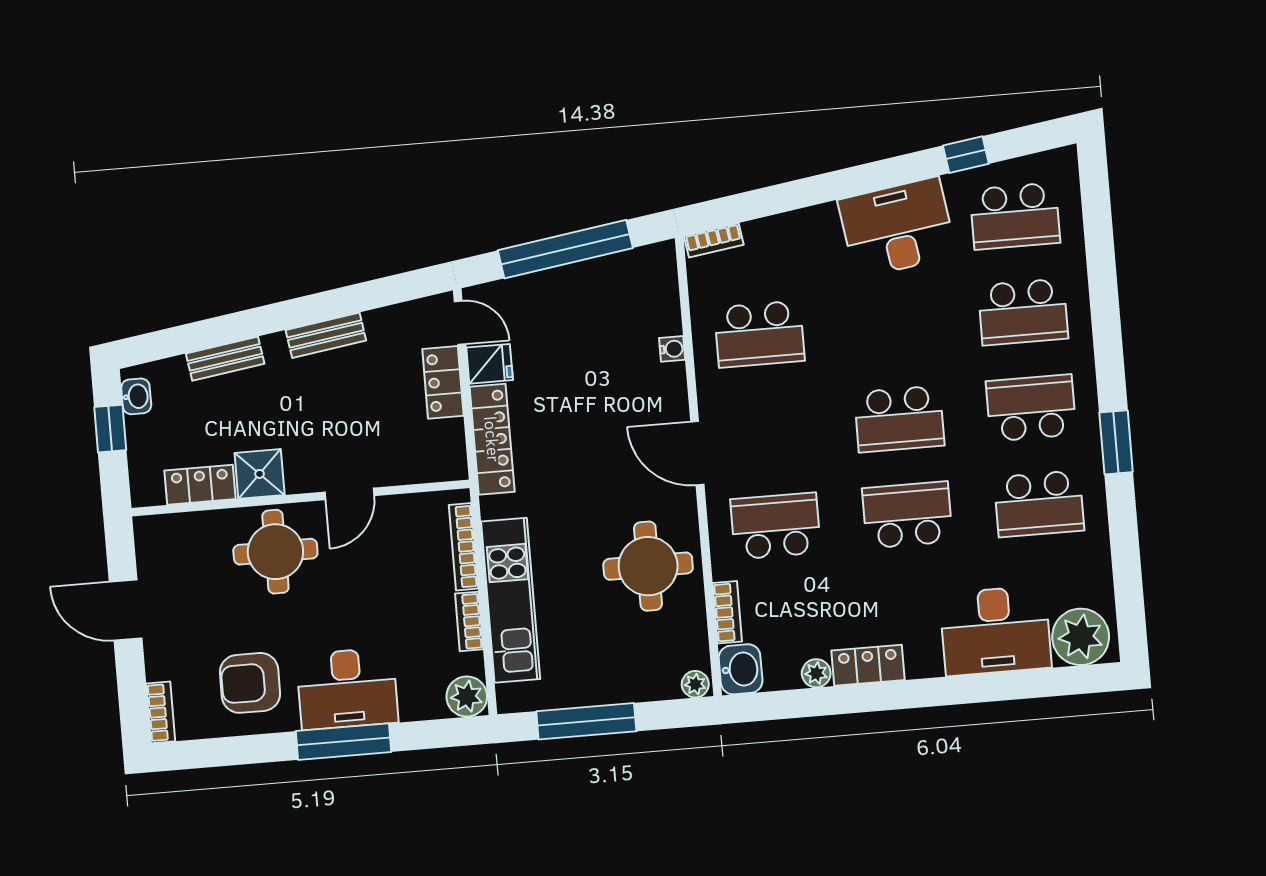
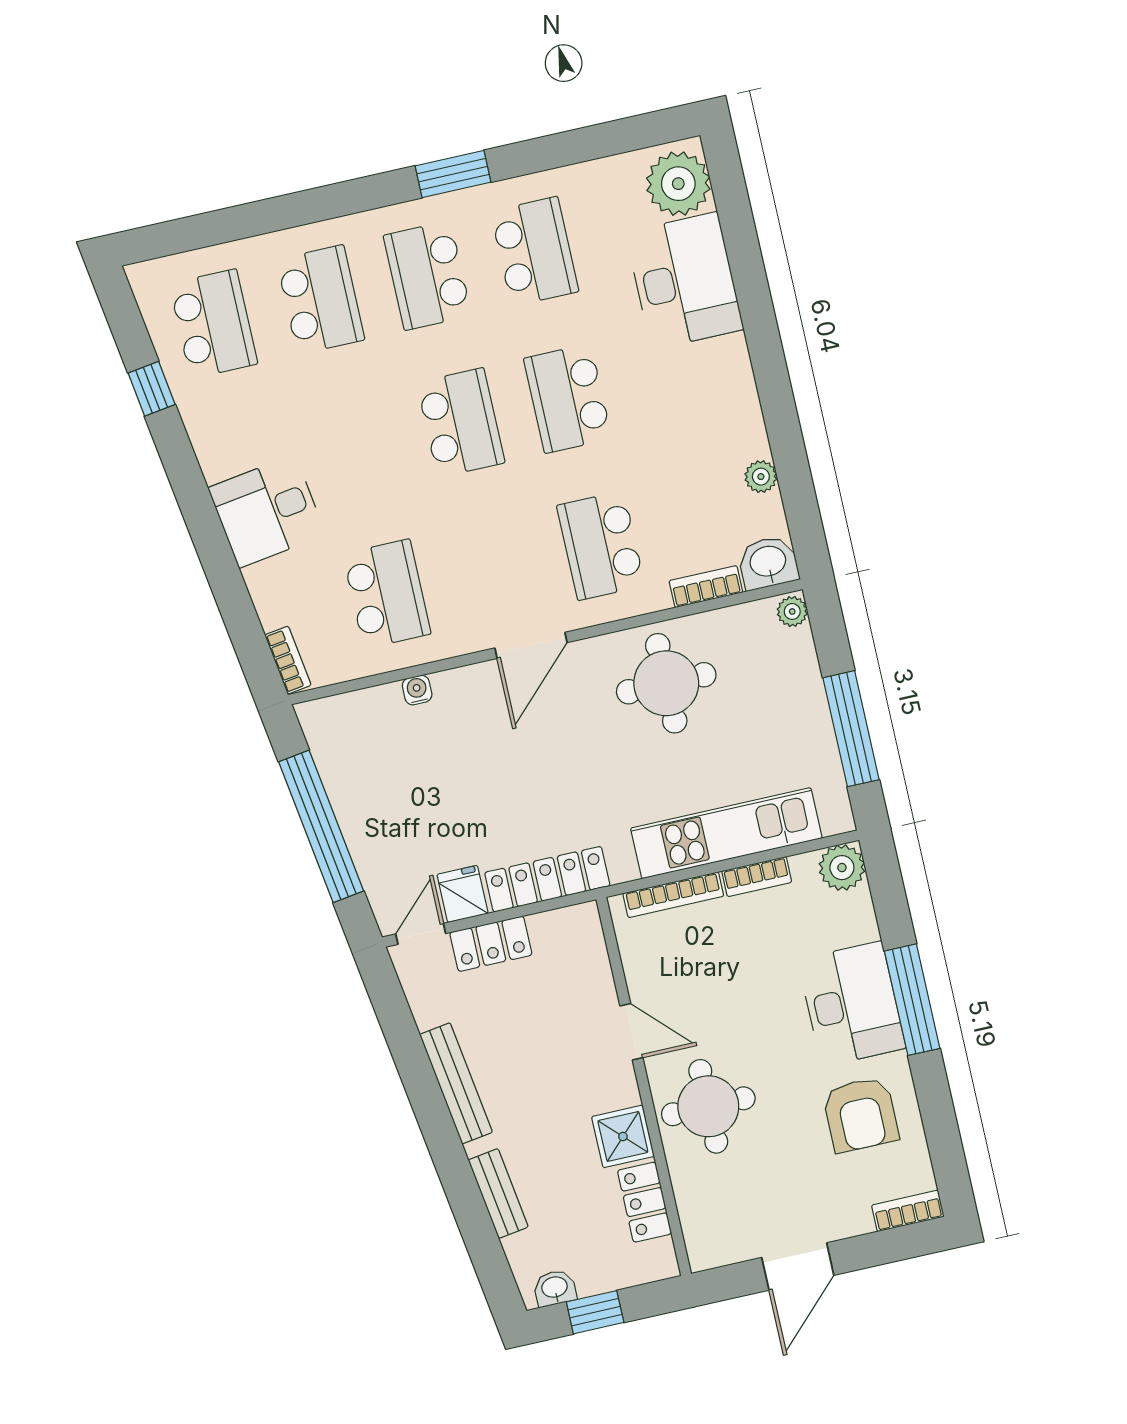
desk: (897, 228) -> (267, 511), moved, width x0.73
bench: (326, 335) -> (456, 1083), width x1.36
locker: (868, 665) -> (744, 419), removed

